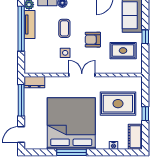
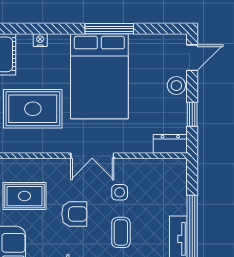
window: (21, 100) -> (192, 114), width x0.46
stool: (31, 118) -> (176, 86), added
bed: (71, 123) -> (99, 76), width x0.73

